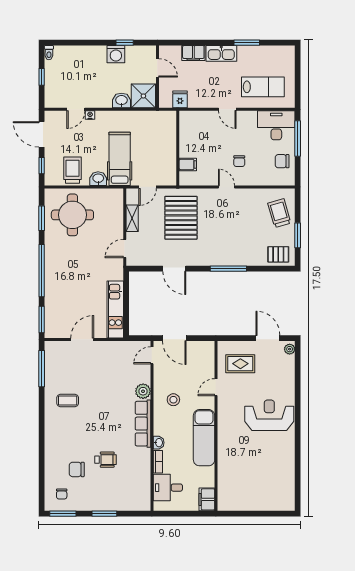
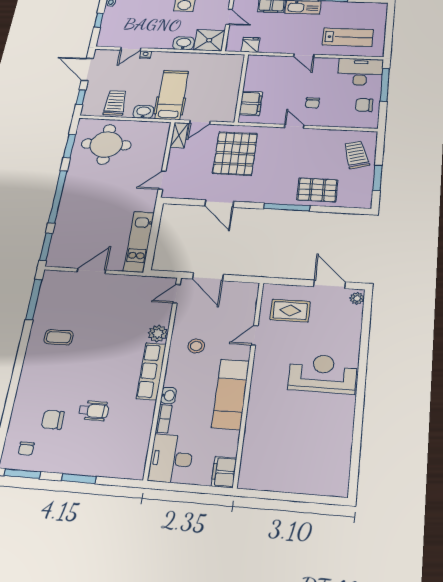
filing cabinet: (188, 164) -> (251, 103), width x2.00
shelving: (132, 218) -> (179, 135), moved
pallet: (278, 254) -> (317, 190), moved, width x1.50, depth x1.42
desk: (168, 488) -> (171, 459), width x1.37

